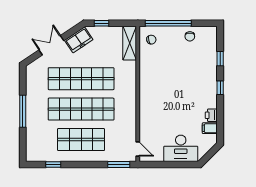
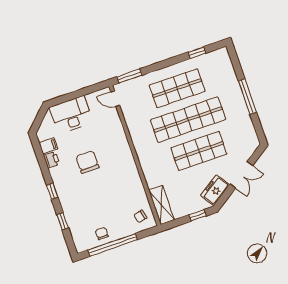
window: (168, 23) -> (113, 245), moved
shop shelf: (81, 79) -> (199, 151), width x0.71
chair: (181, 102) -> (87, 162), added

